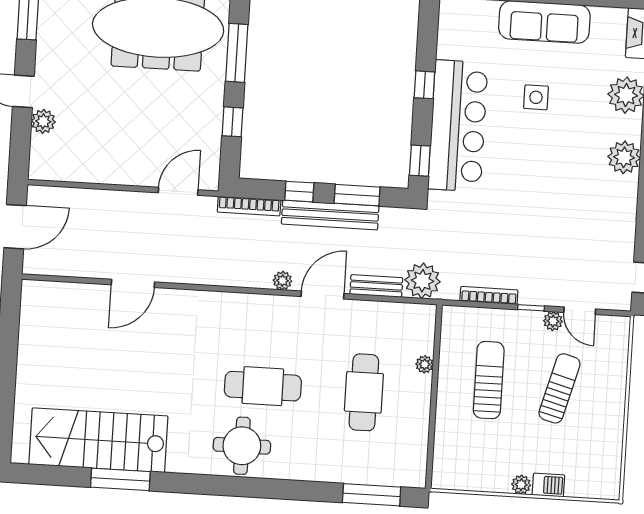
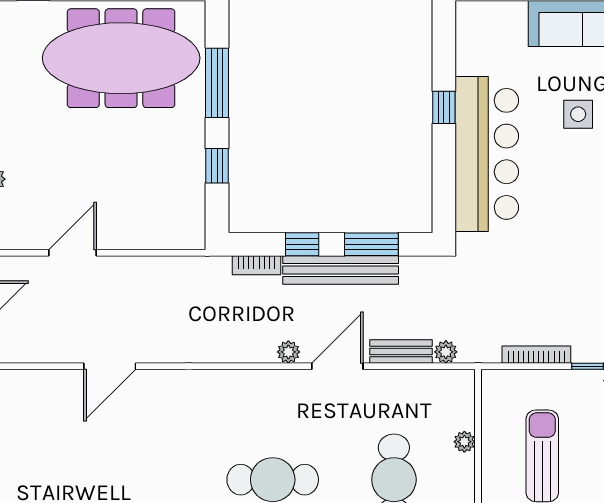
window: (420, 161) -> (444, 198), removed
door: (178, 191) -> (72, 253), moved
bookcase: (249, 206) -> (257, 265), width x0.64
plant: (422, 281) -> (446, 352), width x0.53, depth x0.53

